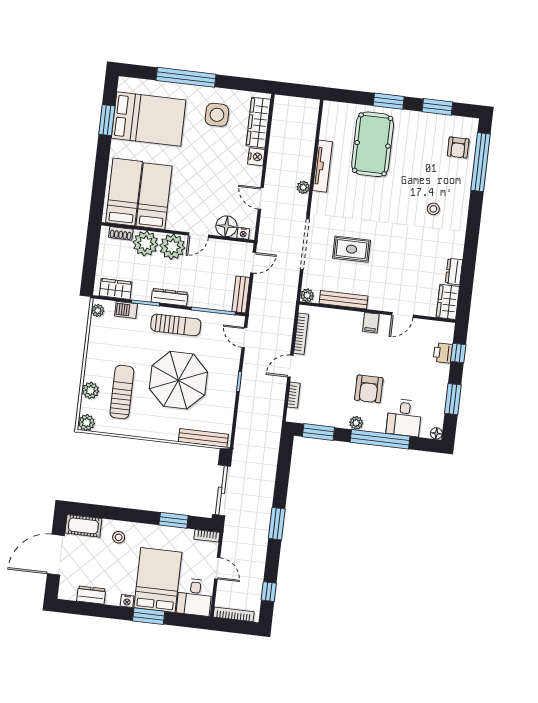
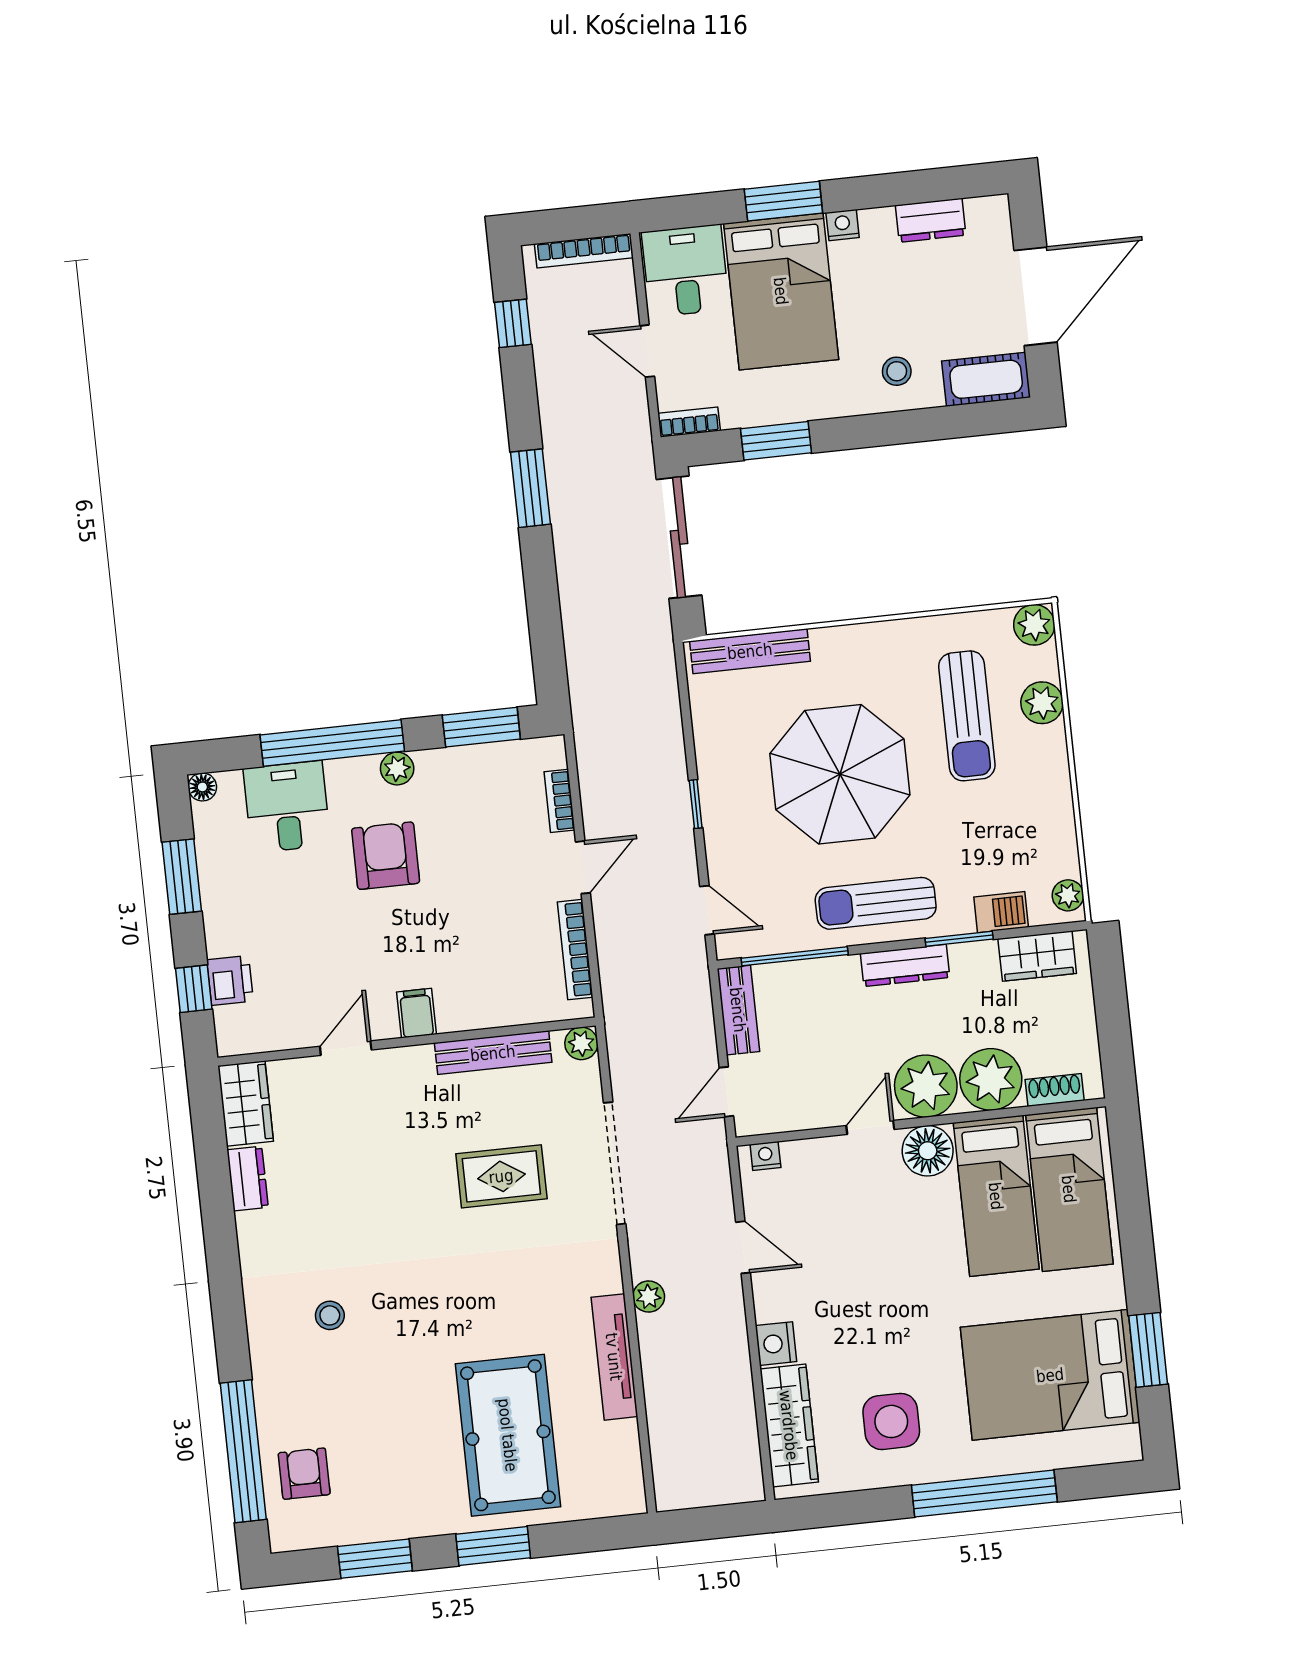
floor lamp: (226, 226) -> (928, 1151), moved

